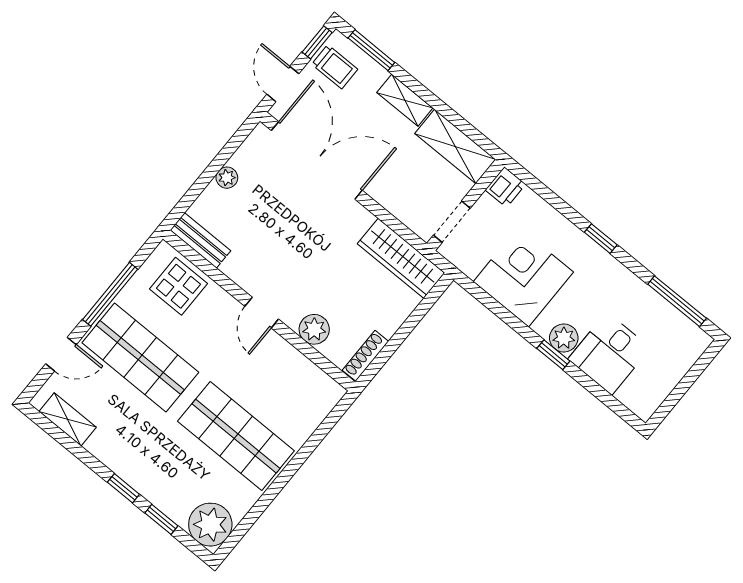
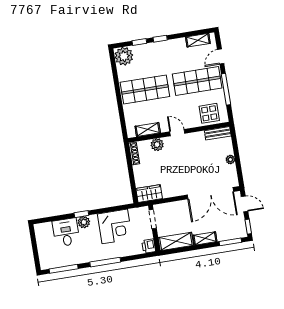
trolley: (335, 67) -> (235, 225), removed
window: (601, 239) -> (105, 262), width x2.17
wardrobe: (401, 258) -> (149, 194), width x0.67
shelving: (302, 369) -> (148, 130), added

